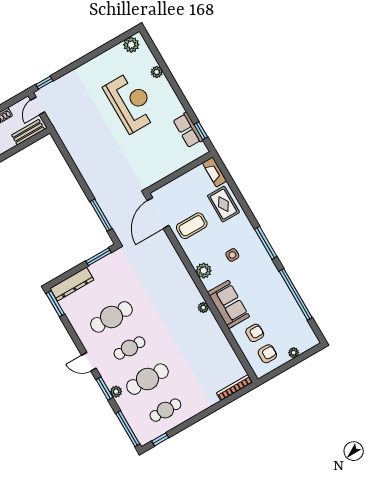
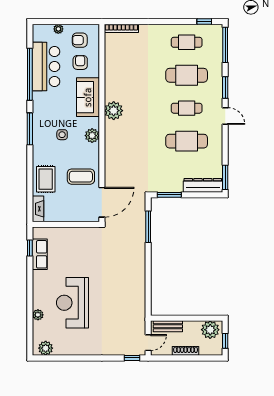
plant: (203, 308) -> (114, 111), width x1.88, depth x1.88
bar counter: (285, 310) -> (46, 67), added
armchair: (255, 333) -> (80, 62), turned 90
plant: (116, 392) -> (217, 80), removed

